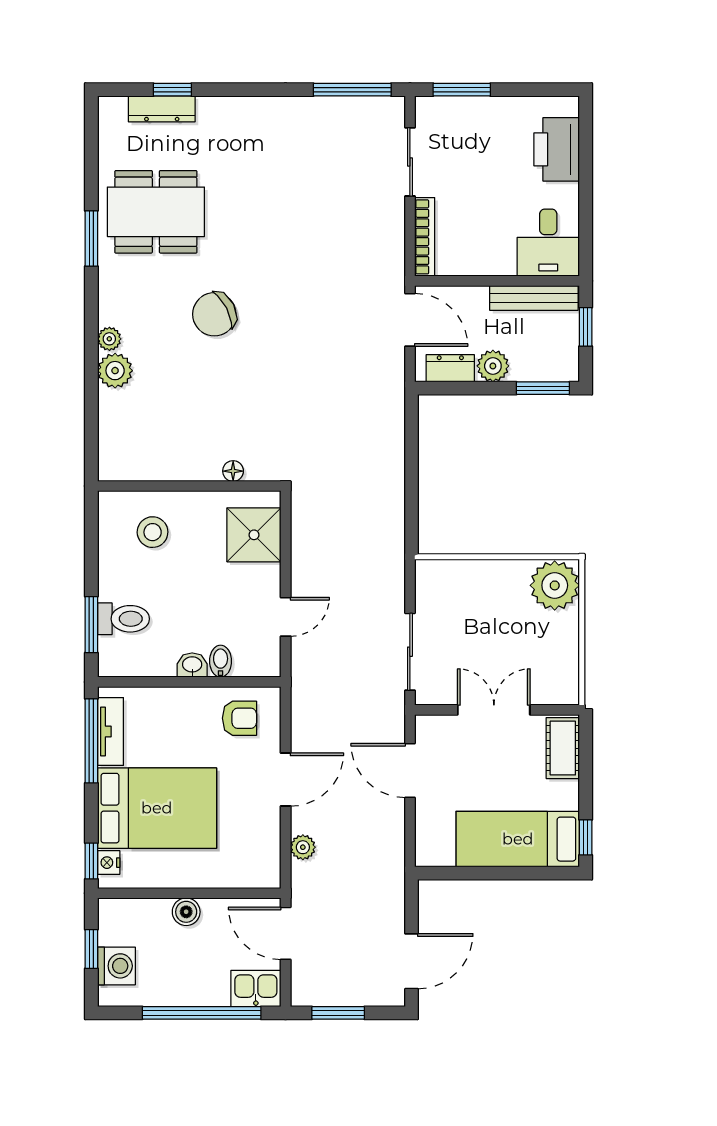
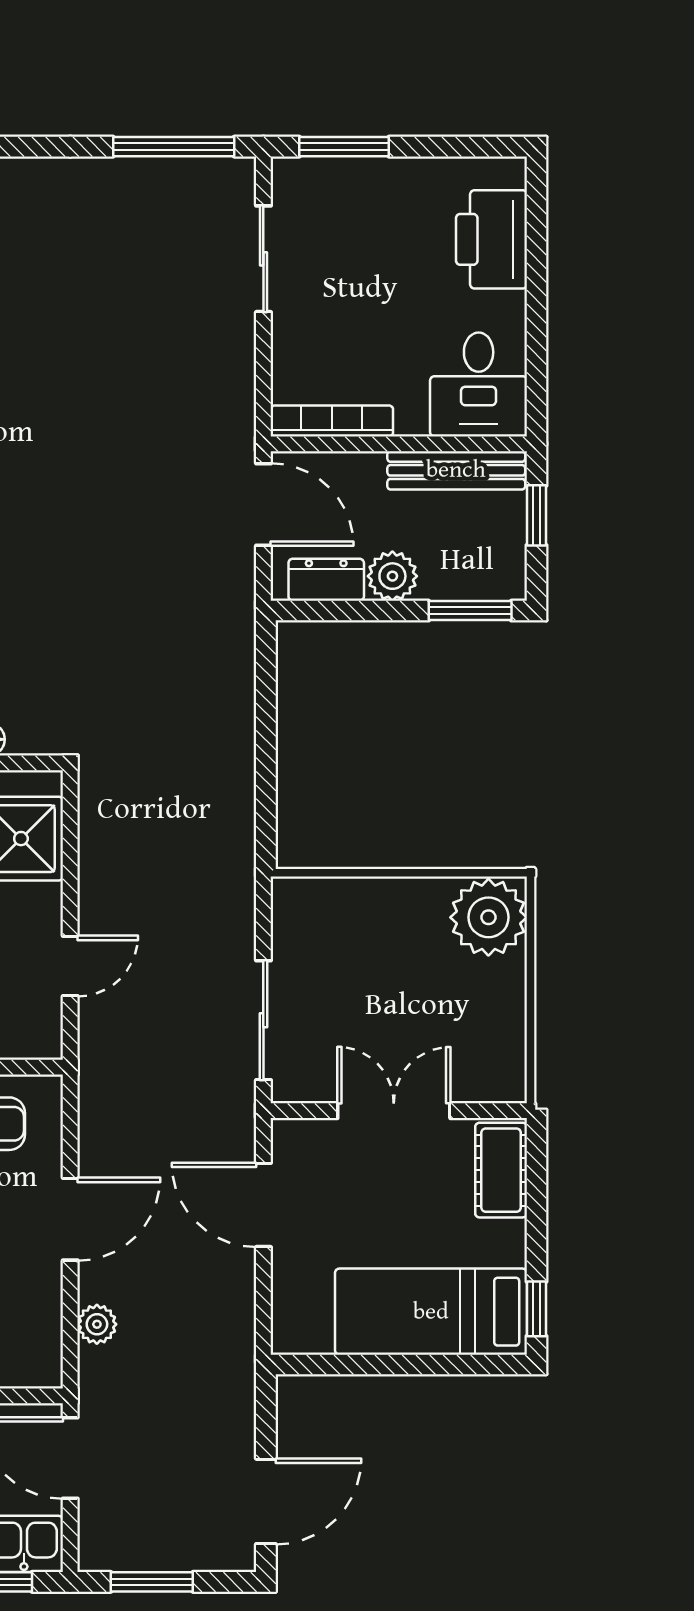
bookcase: (425, 237) -> (332, 421), moved, turned -90

